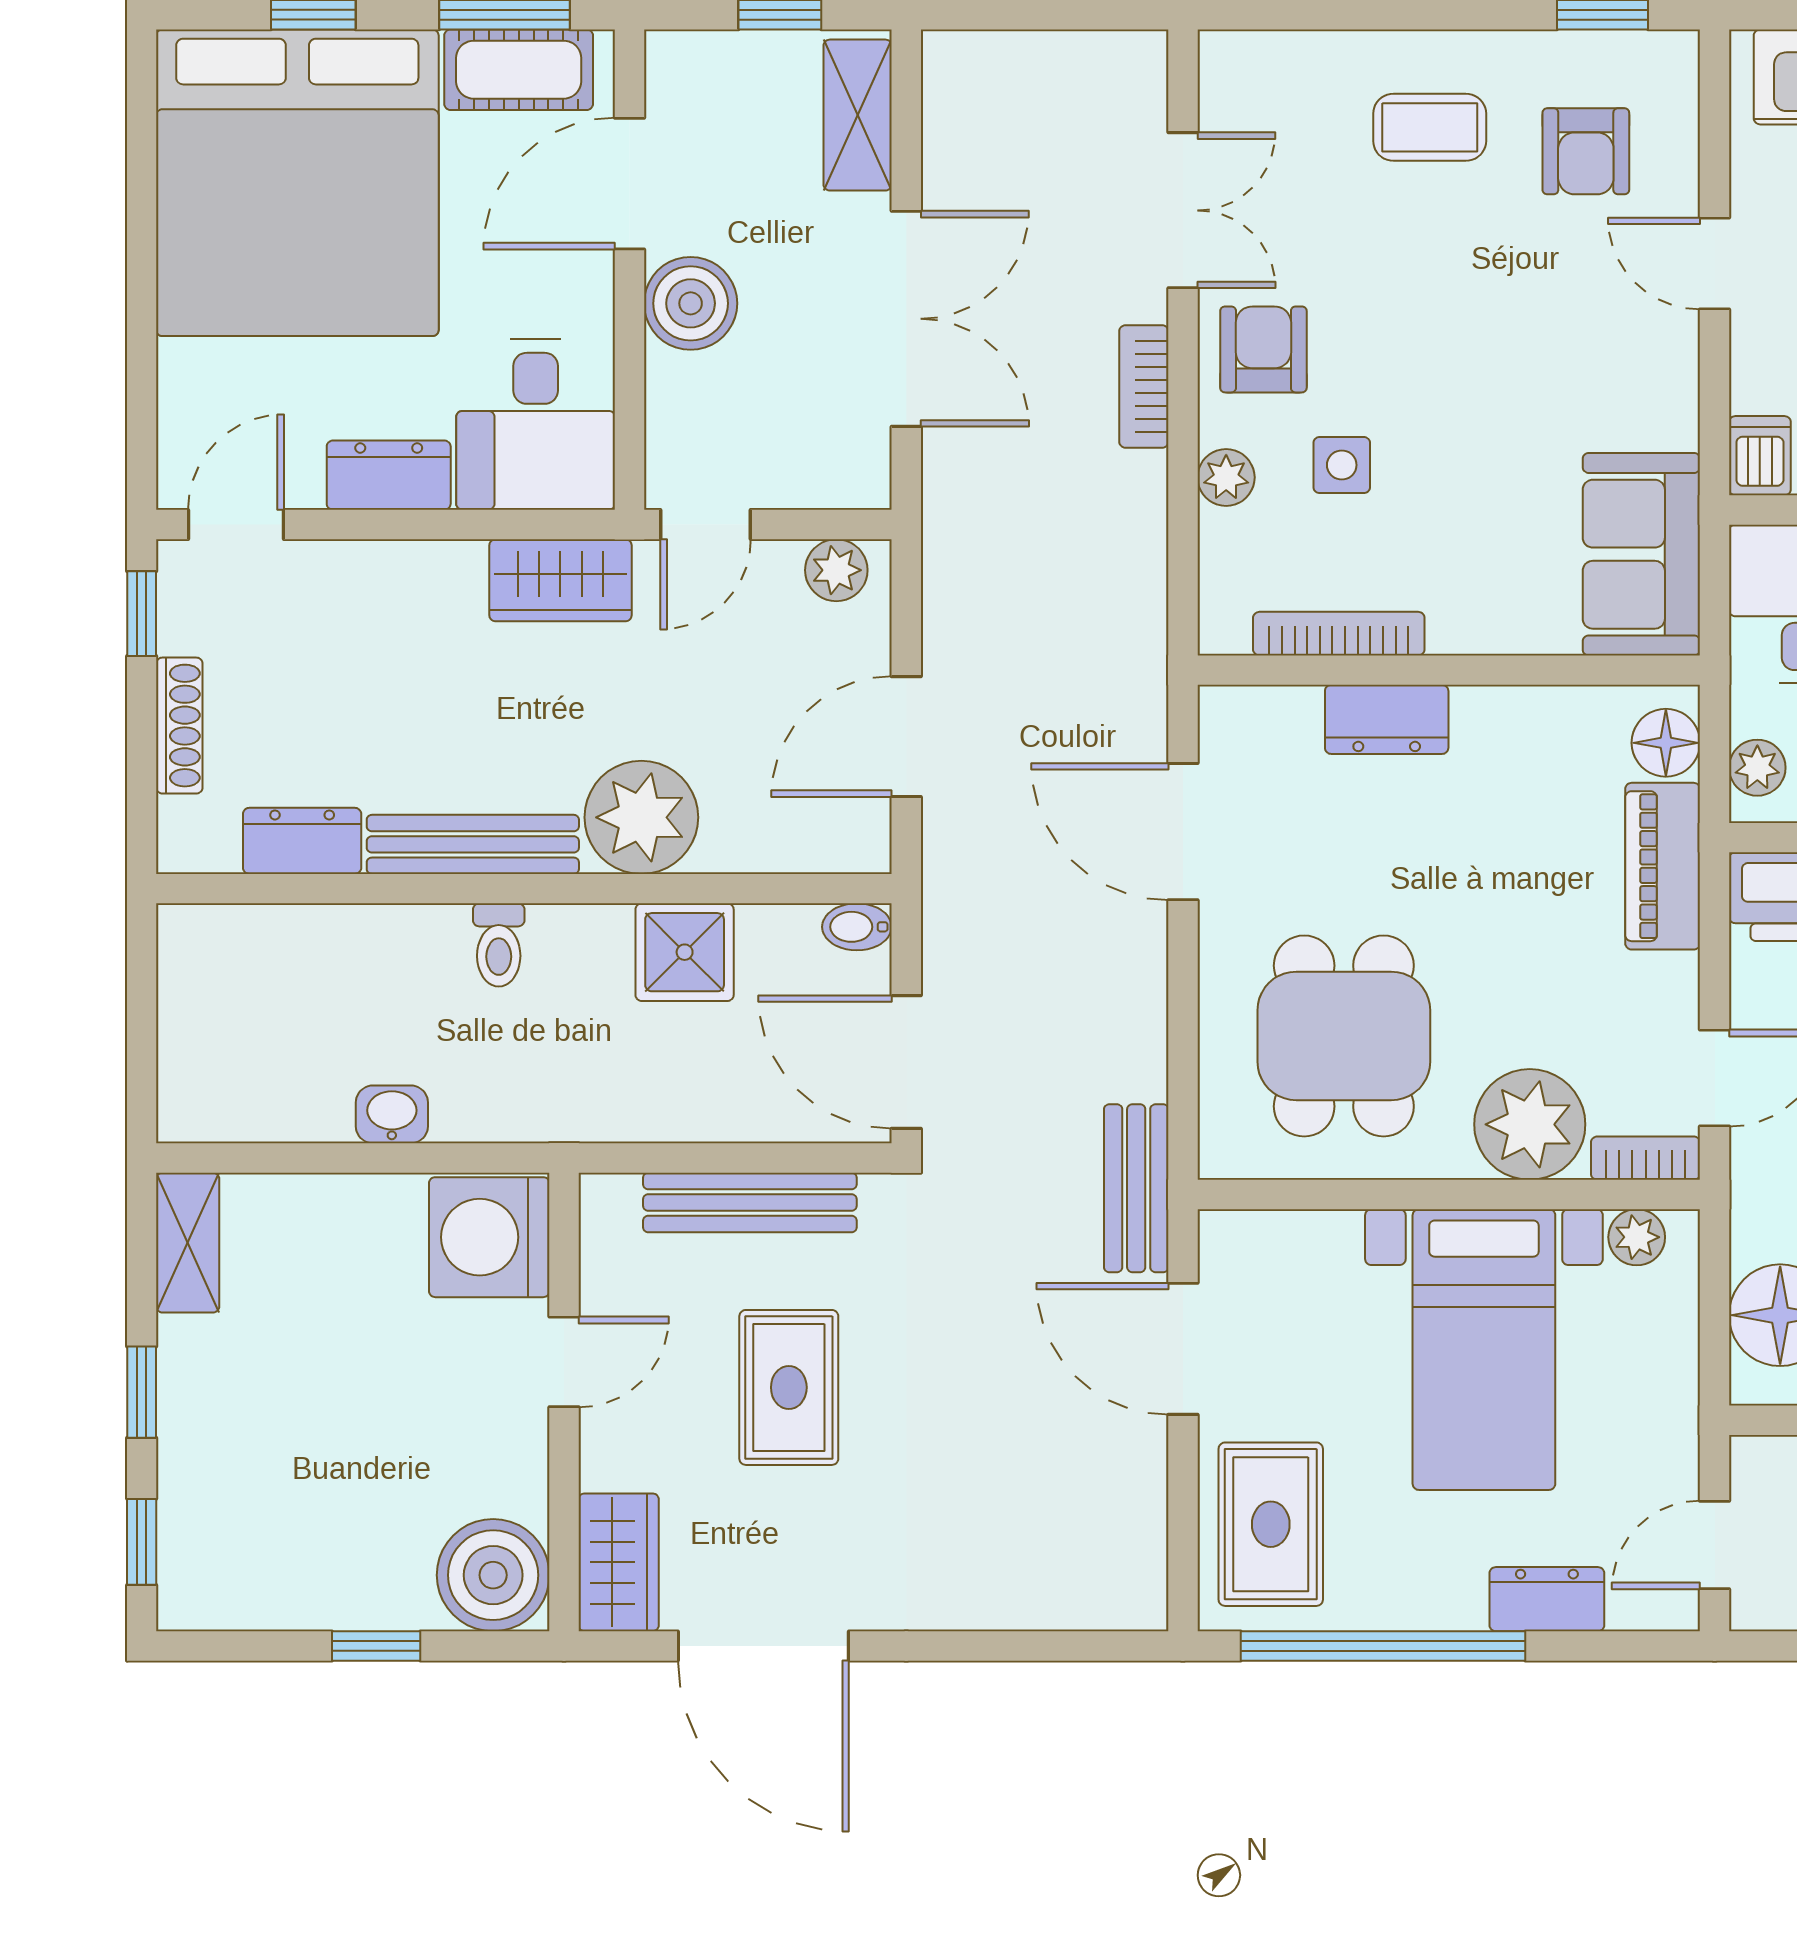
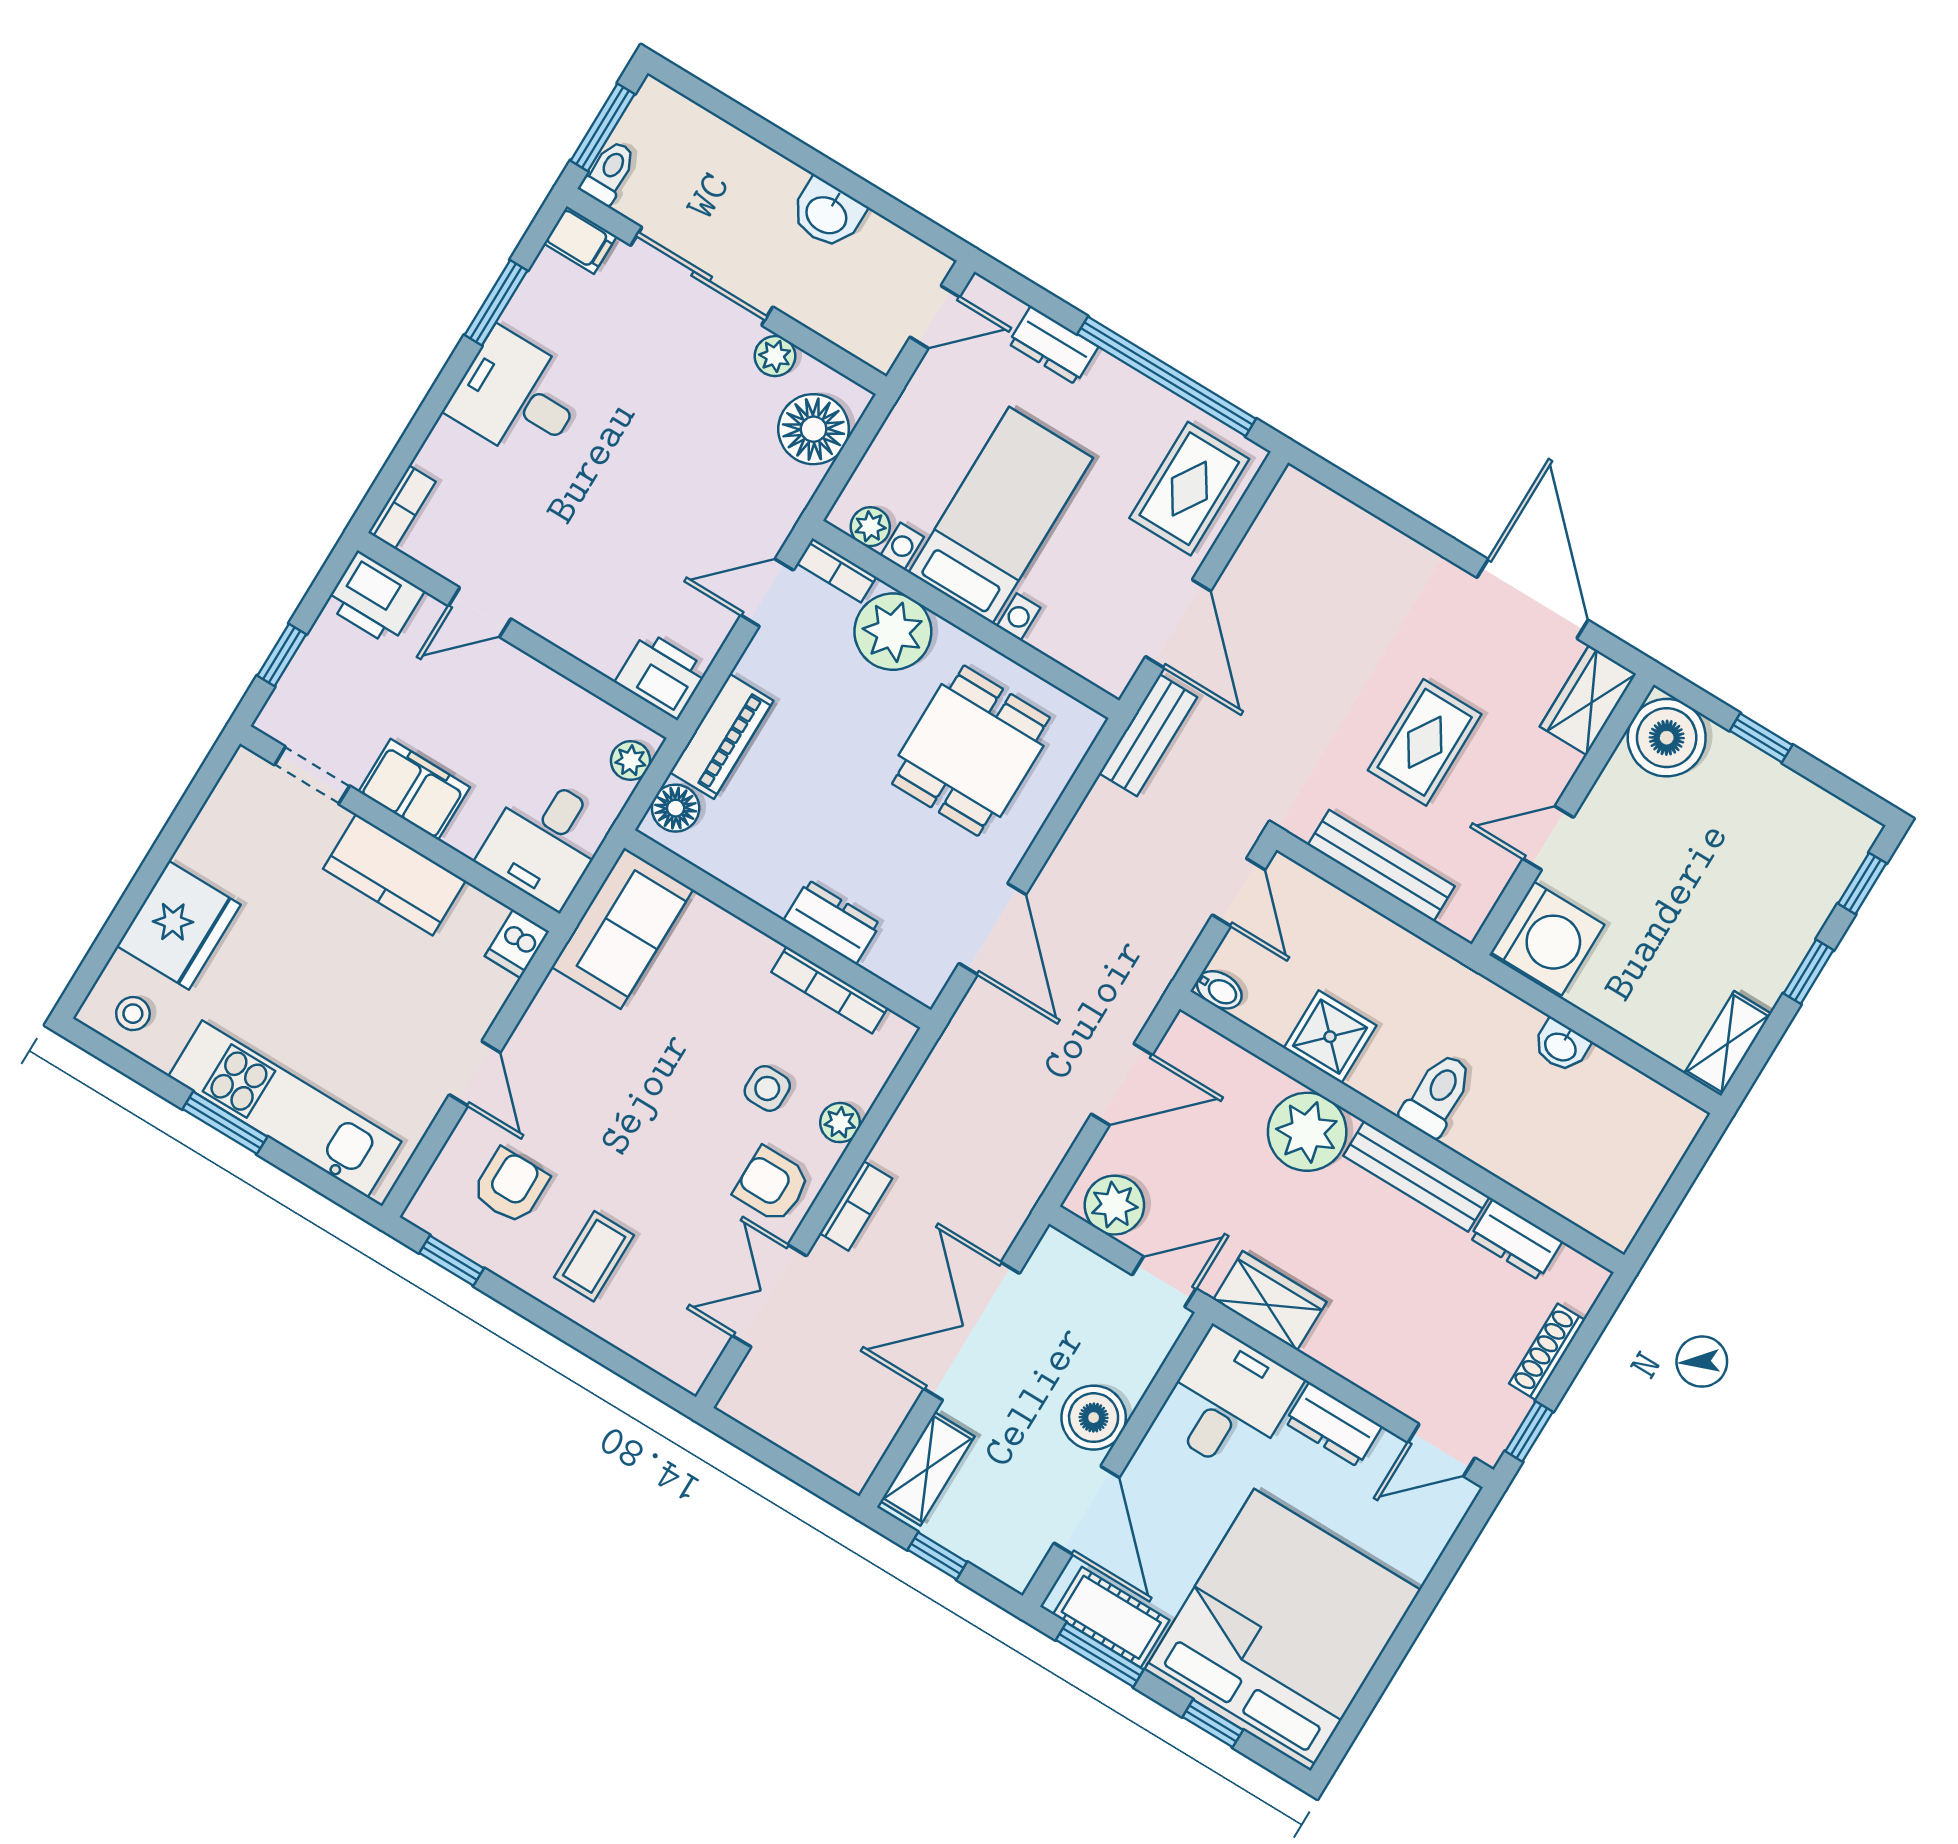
coffee table: (1430, 127) -> (594, 1256), turned 90
door: (629, 184) -> (1087, 1510), hinge flipped
armchair: (1263, 349) -> (772, 1185), turned 90
plant: (836, 570) -> (1114, 1205), width x1.38, depth x1.38
toilet: (499, 945) -> (1437, 1095), width x1.37, depth x1.39
door: (906, 1062) -> (1239, 892), width x0.73

